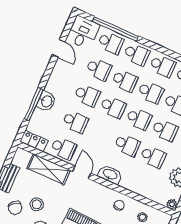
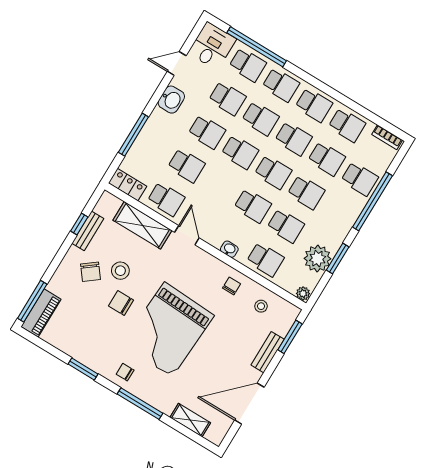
door: (59, 48) -> (177, 64), swing flipped
washbasin: (46, 101) -> (171, 100), moved
washbasin: (110, 175) -> (229, 249), width x0.52, depth x0.69
school desk: (141, 183) -> (265, 259), added

